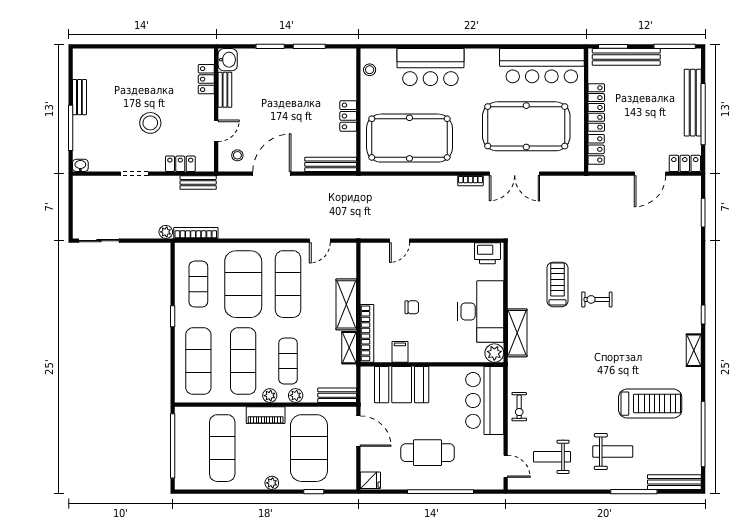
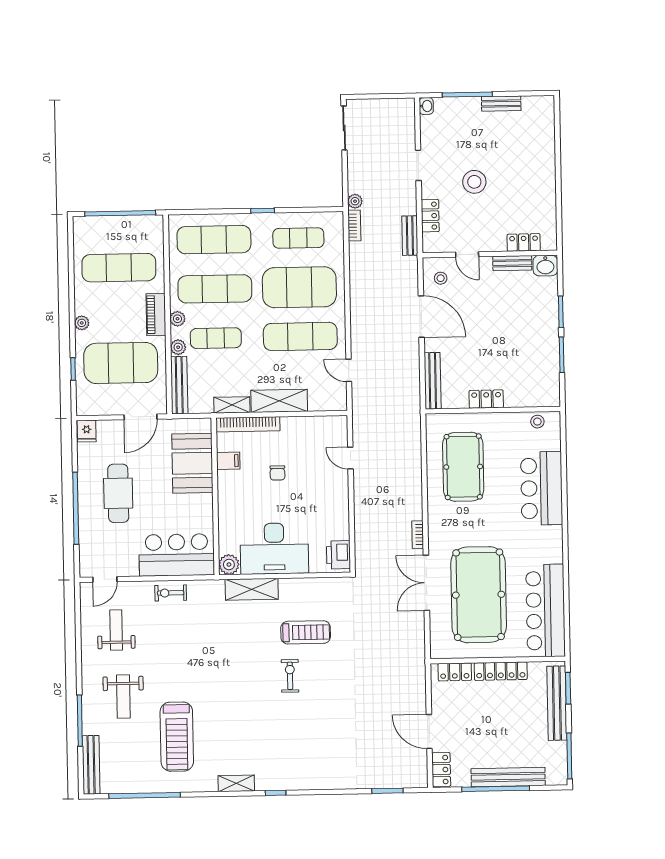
pool table: (409, 138) -> (463, 467), width x0.73, depth x0.76
bookcase: (196, 233) -> (354, 225), width x0.64
bench: (337, 395) -> (179, 385), width x1.36

